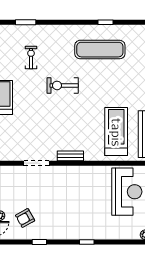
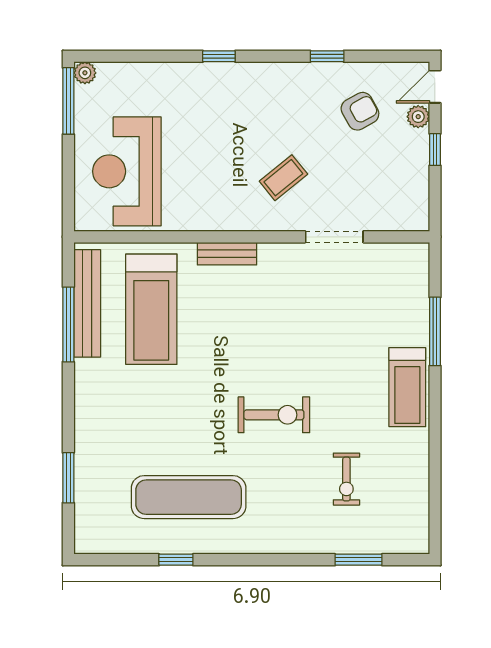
bench: (70, 156) -> (227, 254), moved
coffee table: (59, 189) -> (283, 178), added

